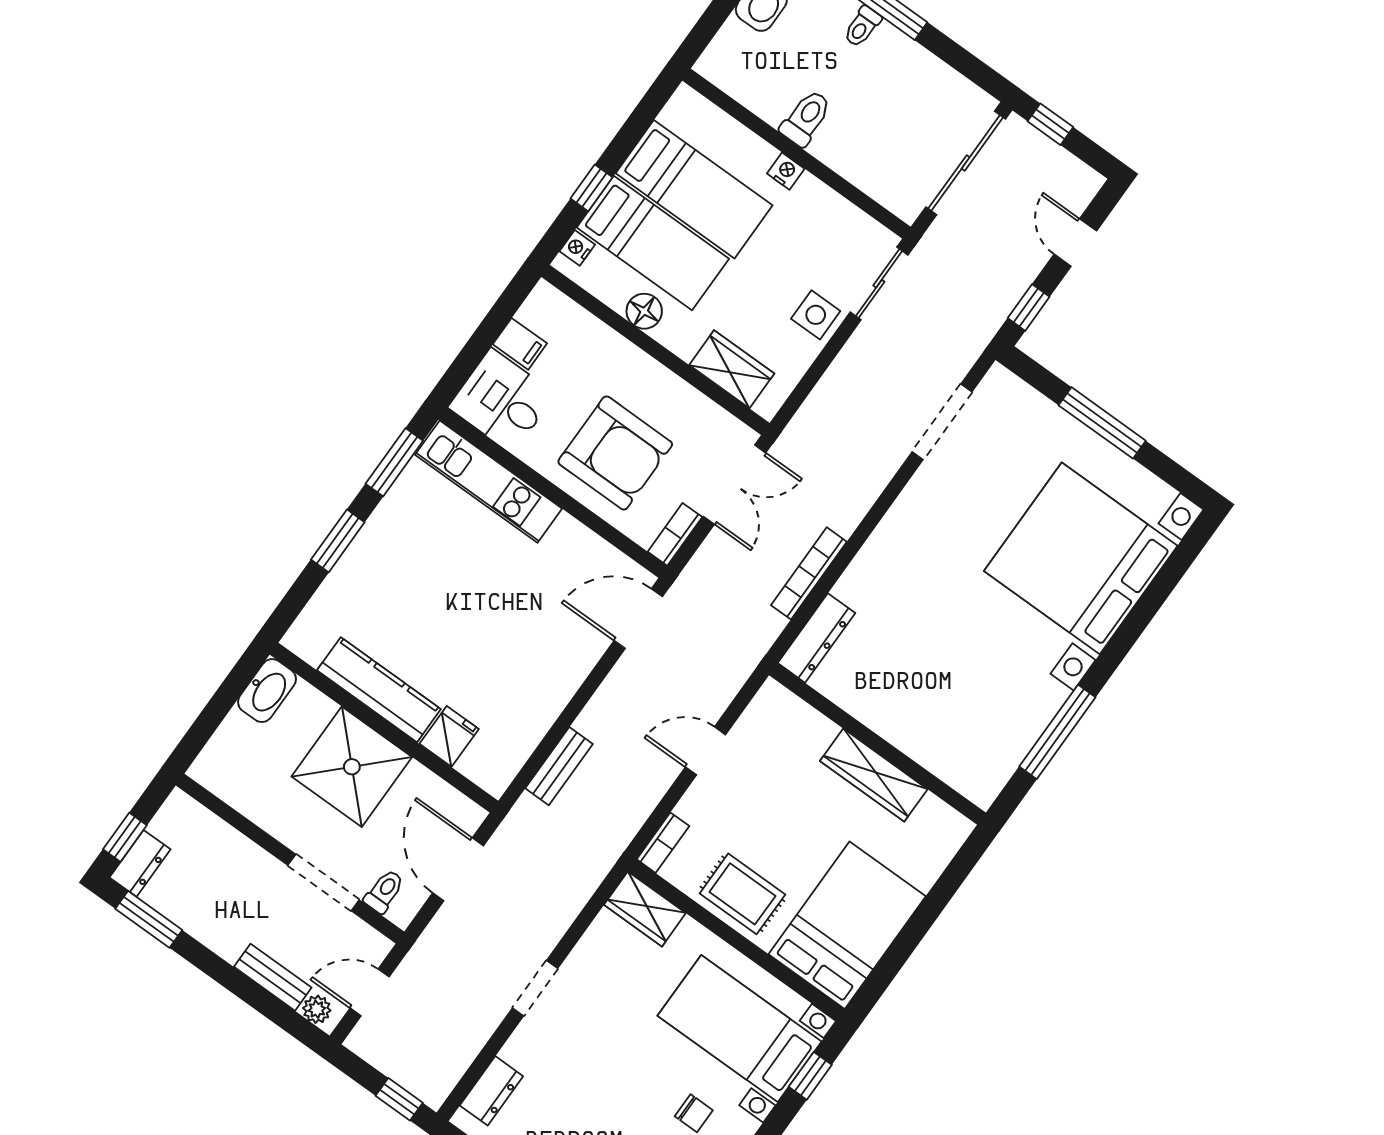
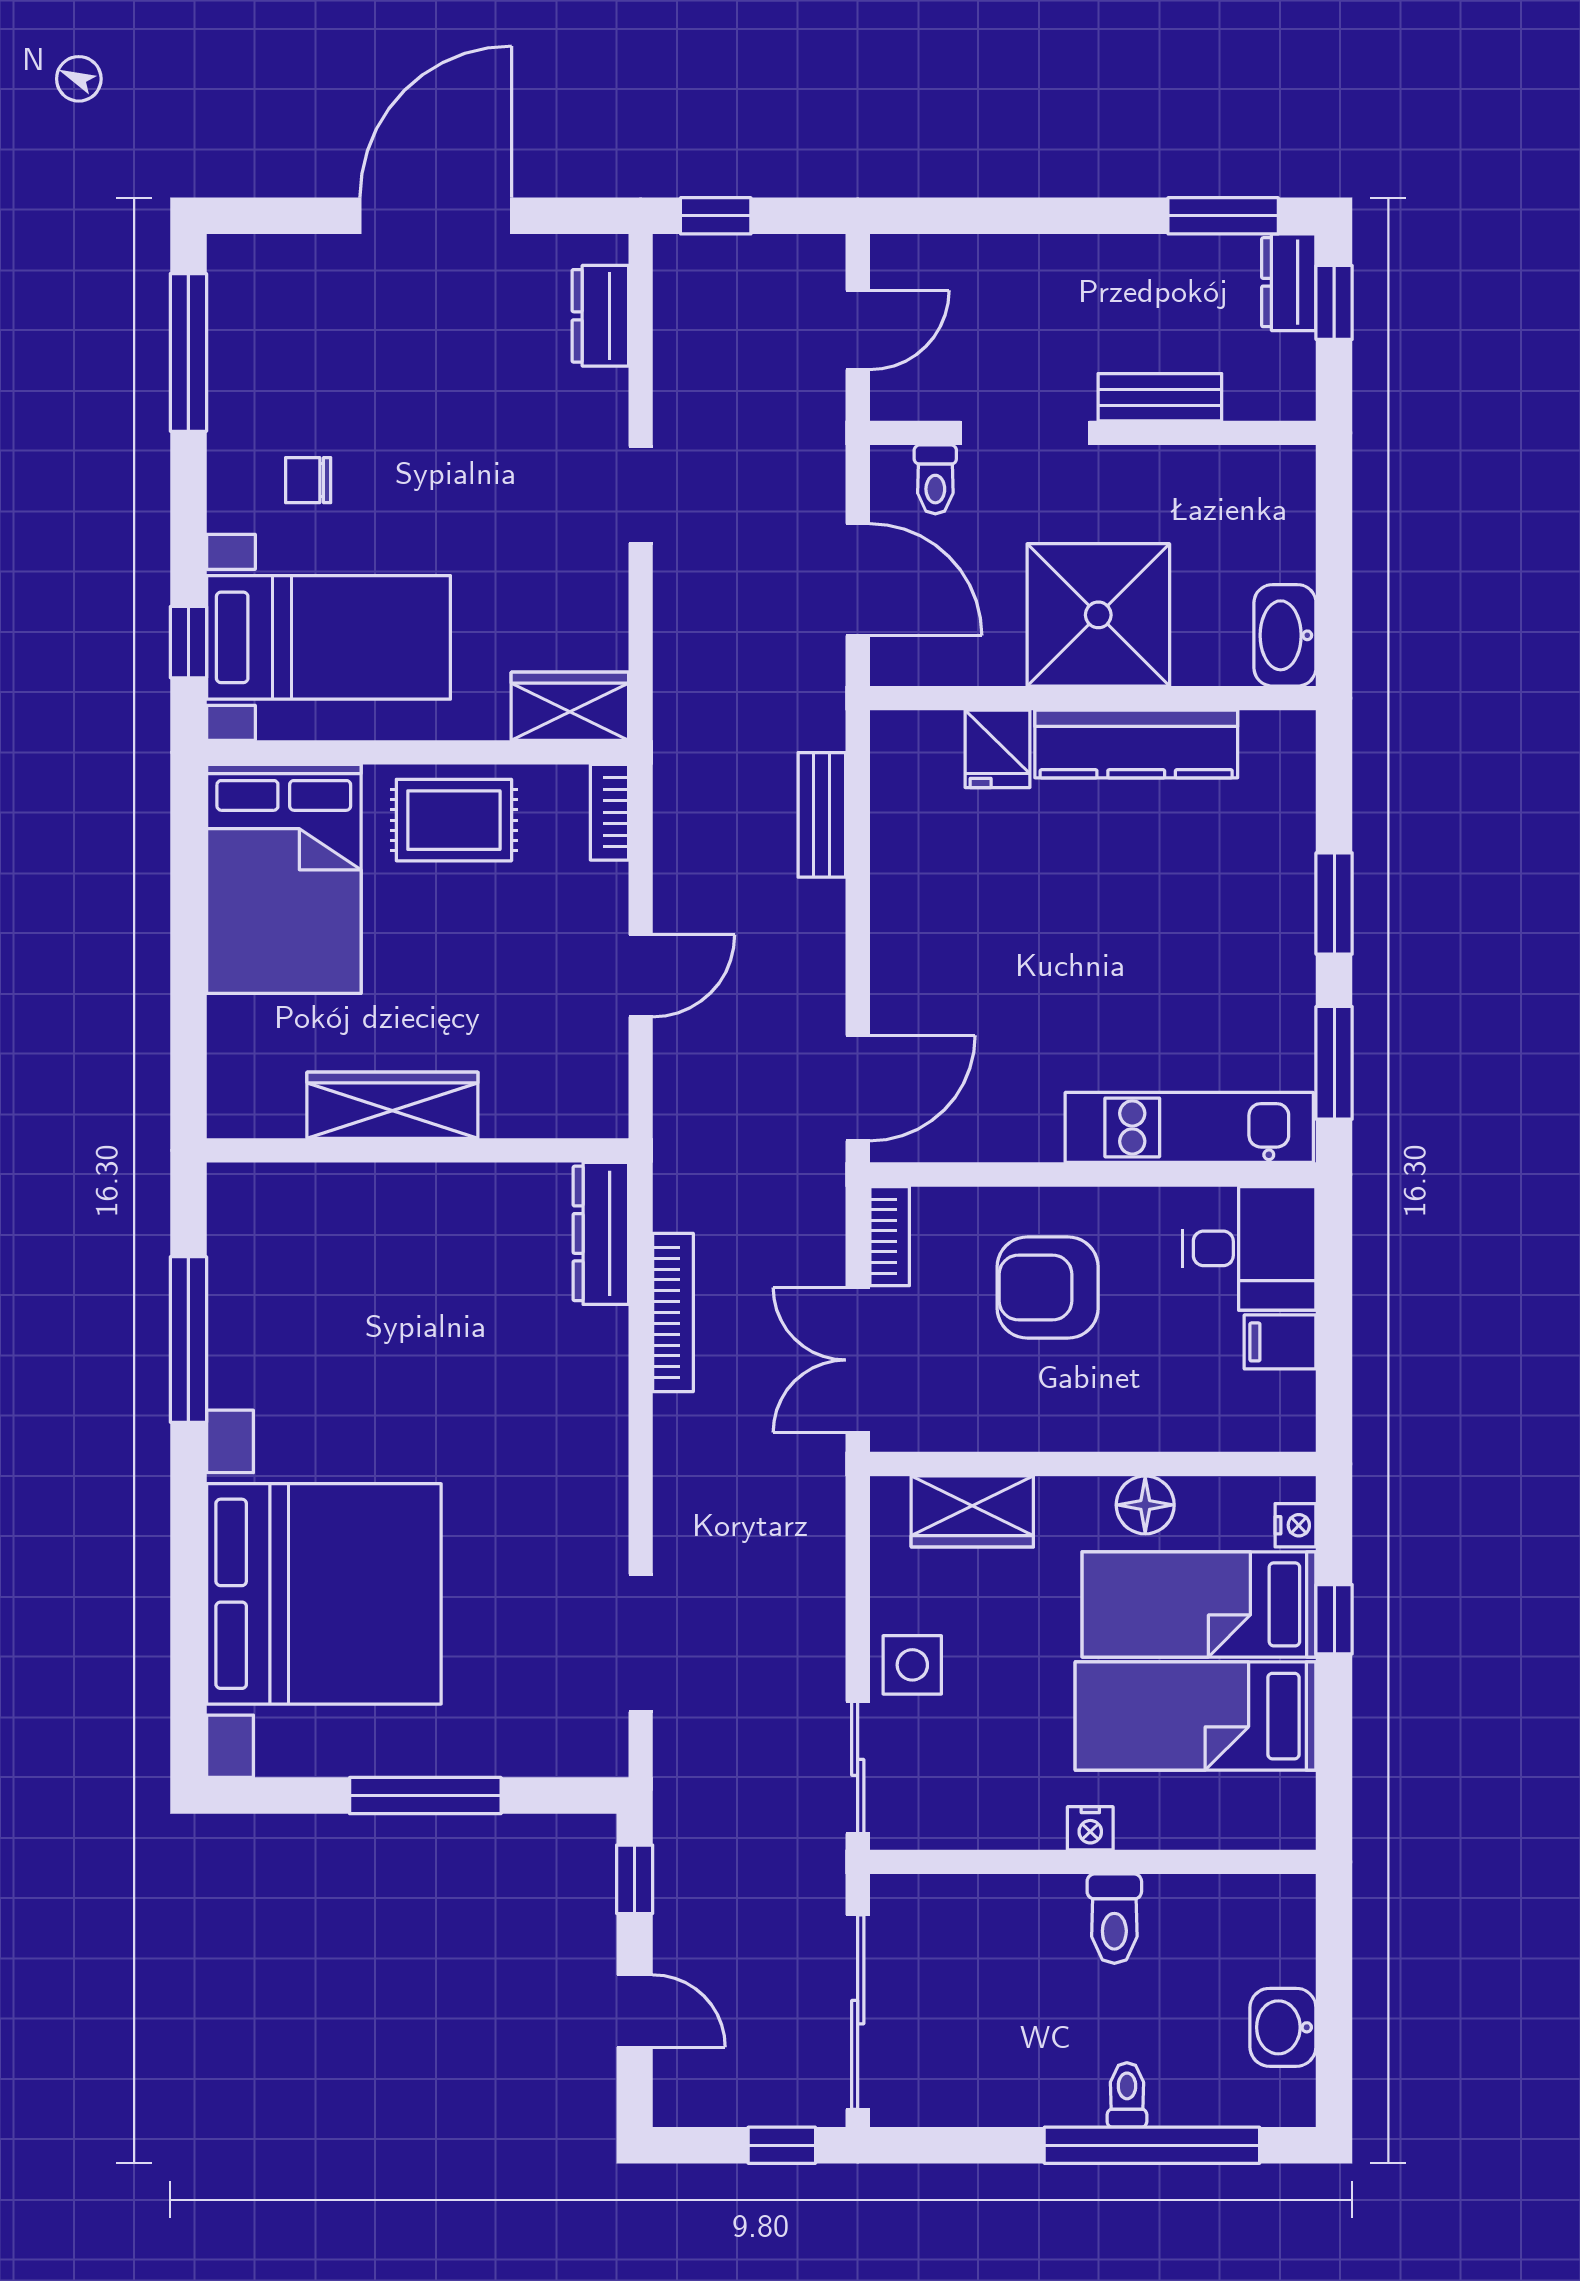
armchair: (615, 453) -> (1048, 1288), width x0.73, depth x0.73
bench: (273, 977) -> (1160, 397), moved
plant: (317, 1009) -> (912, 257), removed

